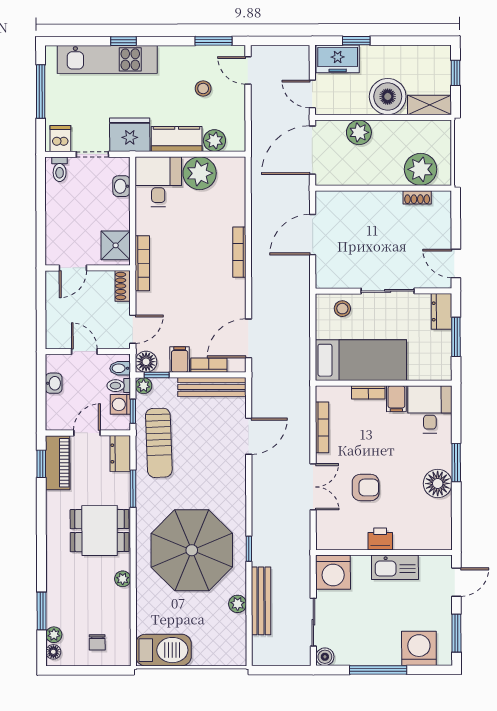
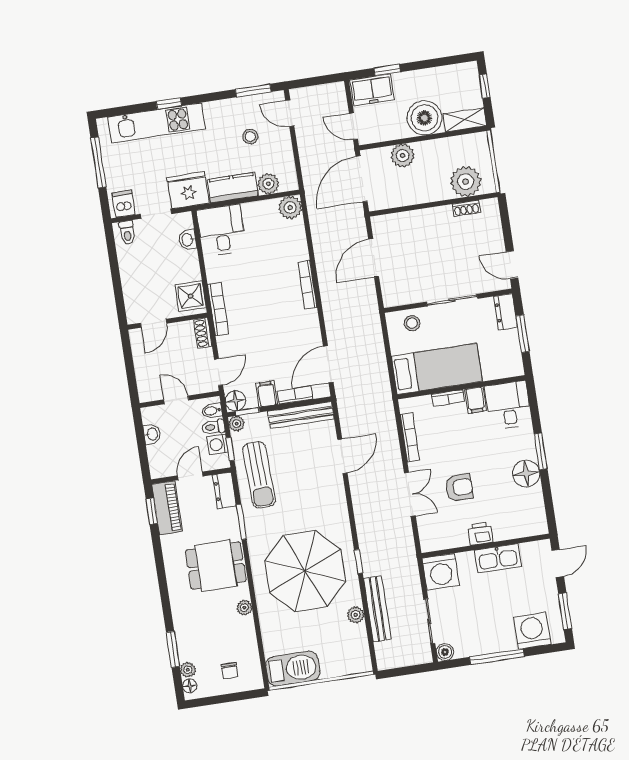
plant: (200, 173) -> (290, 207), moved, width x0.73, depth x0.73

